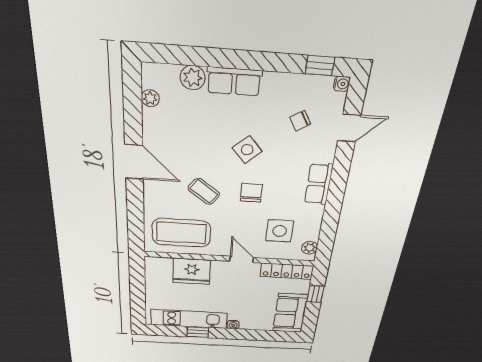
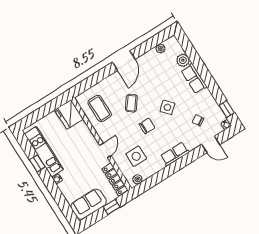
coffee table: (181, 233) -> (100, 109), width x0.73, depth x0.76
fridge: (192, 271) -> (69, 115), moved

